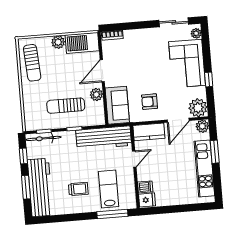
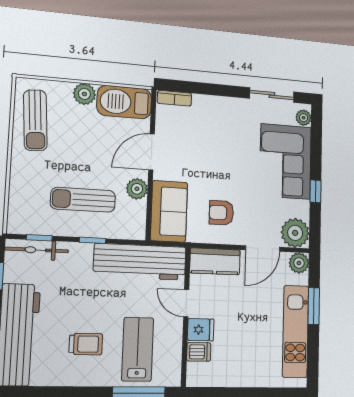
door: (134, 159) -> (186, 303), swing flipped
fridge: (147, 200) -> (201, 330), moved

